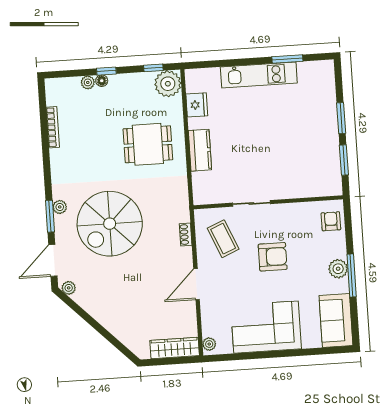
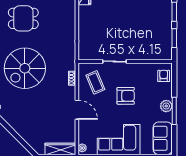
dining table: (148, 144) -> (23, 18), moved
kitchen counter: (200, 150) -> (85, 26), removed
door: (197, 284) -> (77, 110), swing flipped

